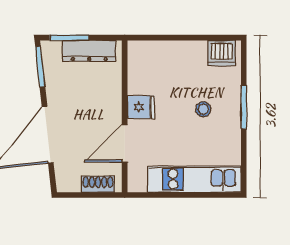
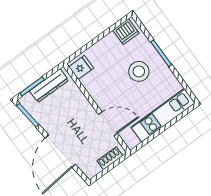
fridge: (141, 107) -> (81, 67), moved
stool: (203, 109) -> (139, 71), width x1.89, depth x1.89
door: (125, 143) -> (108, 124), swing flipped

